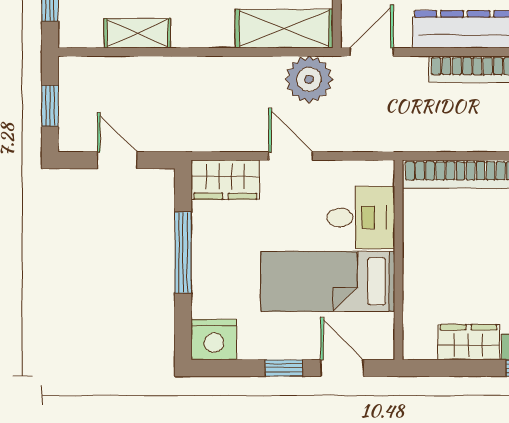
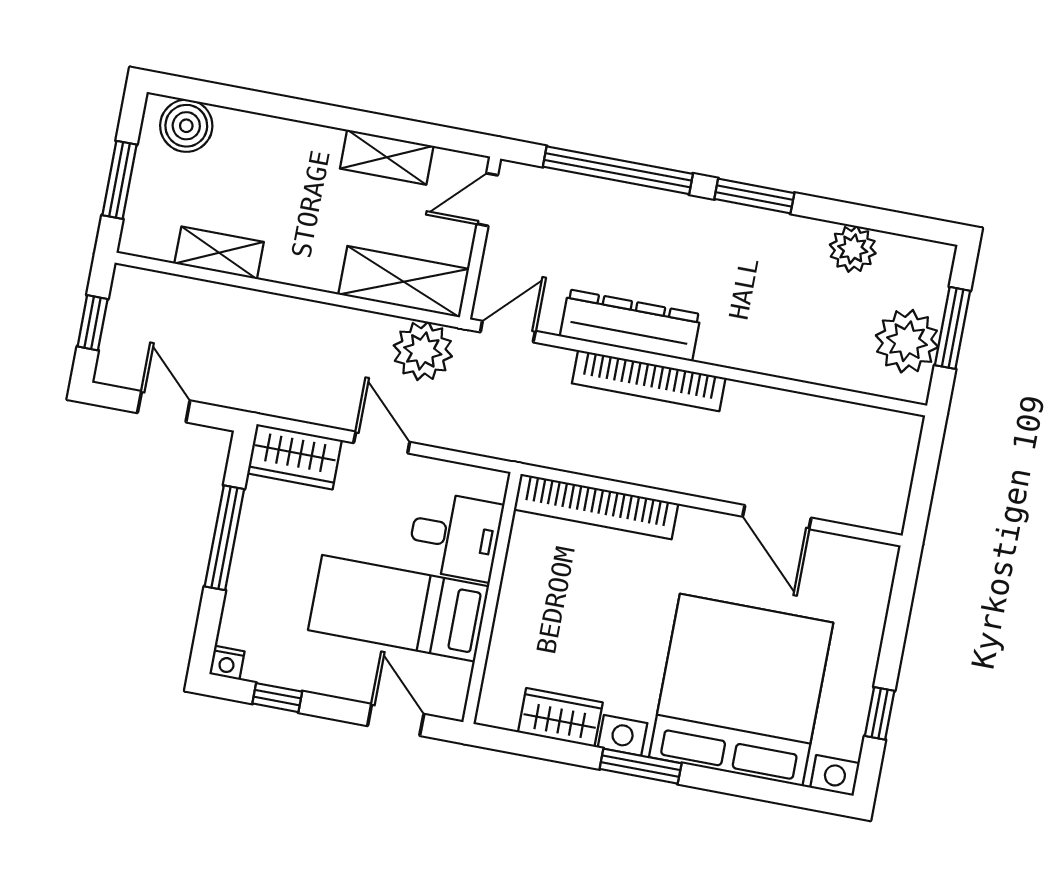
nightstand: (214, 340) -> (227, 663), width x0.53, depth x0.56
window: (284, 368) -> (277, 698), moved

